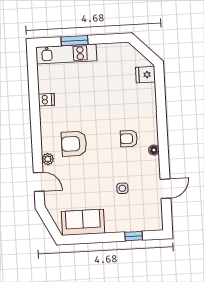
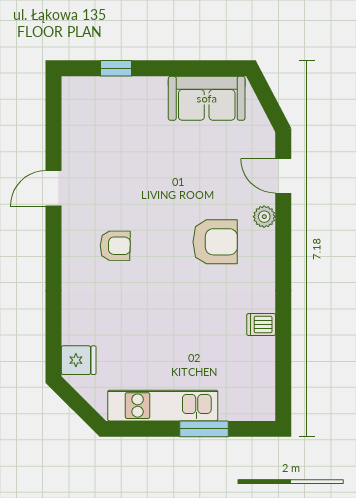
kitchen unit: (66, 54) -> (163, 406), moved
floor lamp: (154, 150) -> (71, 223), removed
side table: (122, 188) -> (132, 156), removed
door: (165, 189) -> (54, 188), moved

